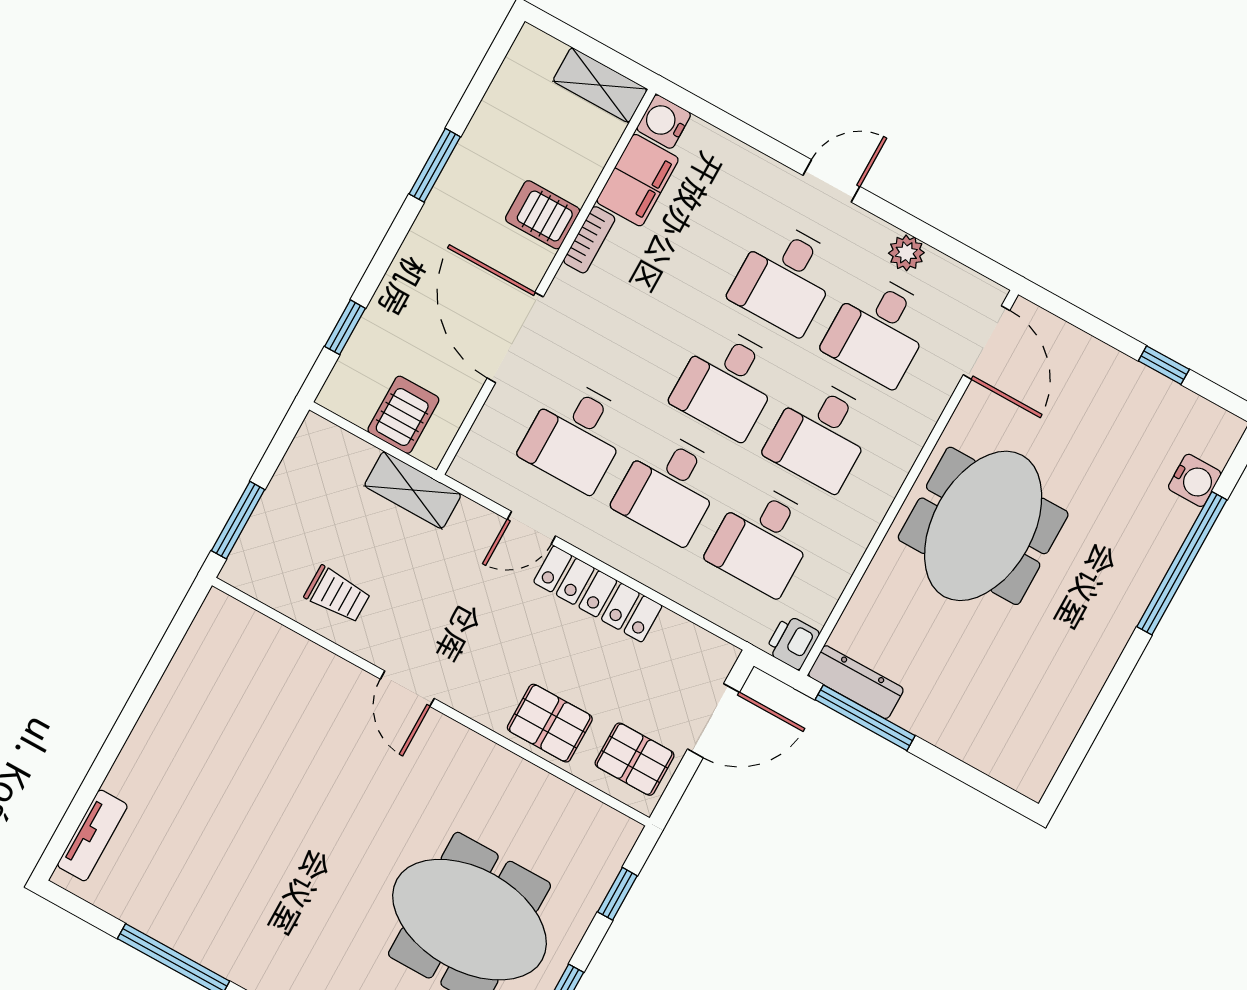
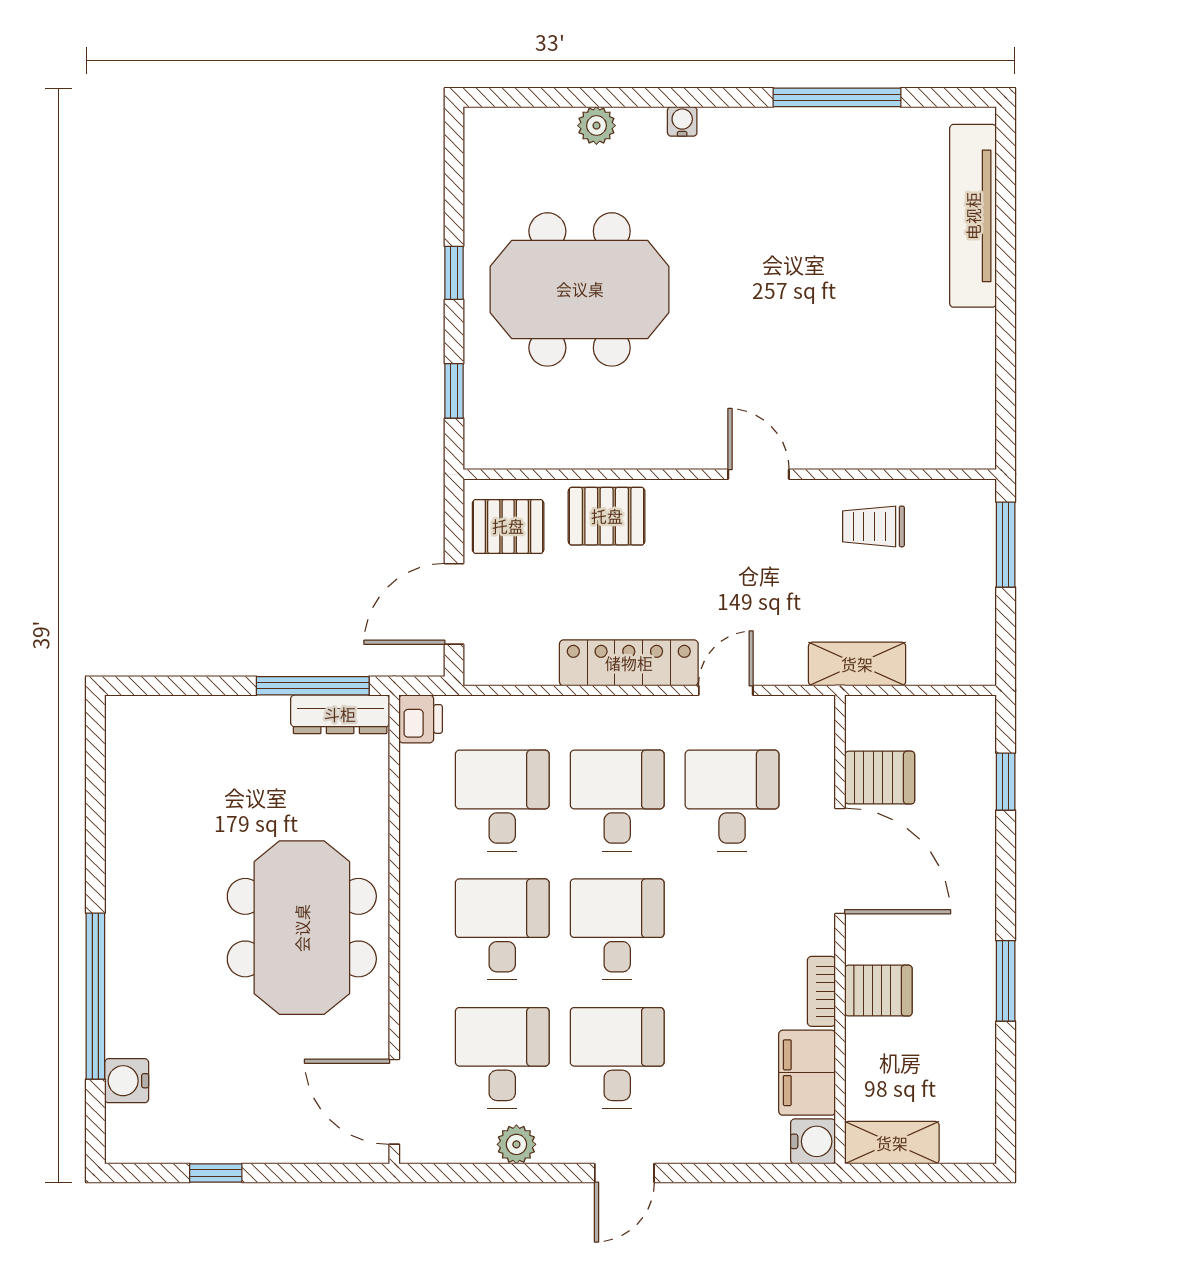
server rack: (403, 415) -> (880, 778), moved, turned -90
tv unit: (92, 835) -> (973, 216), width x1.92, depth x1.29

